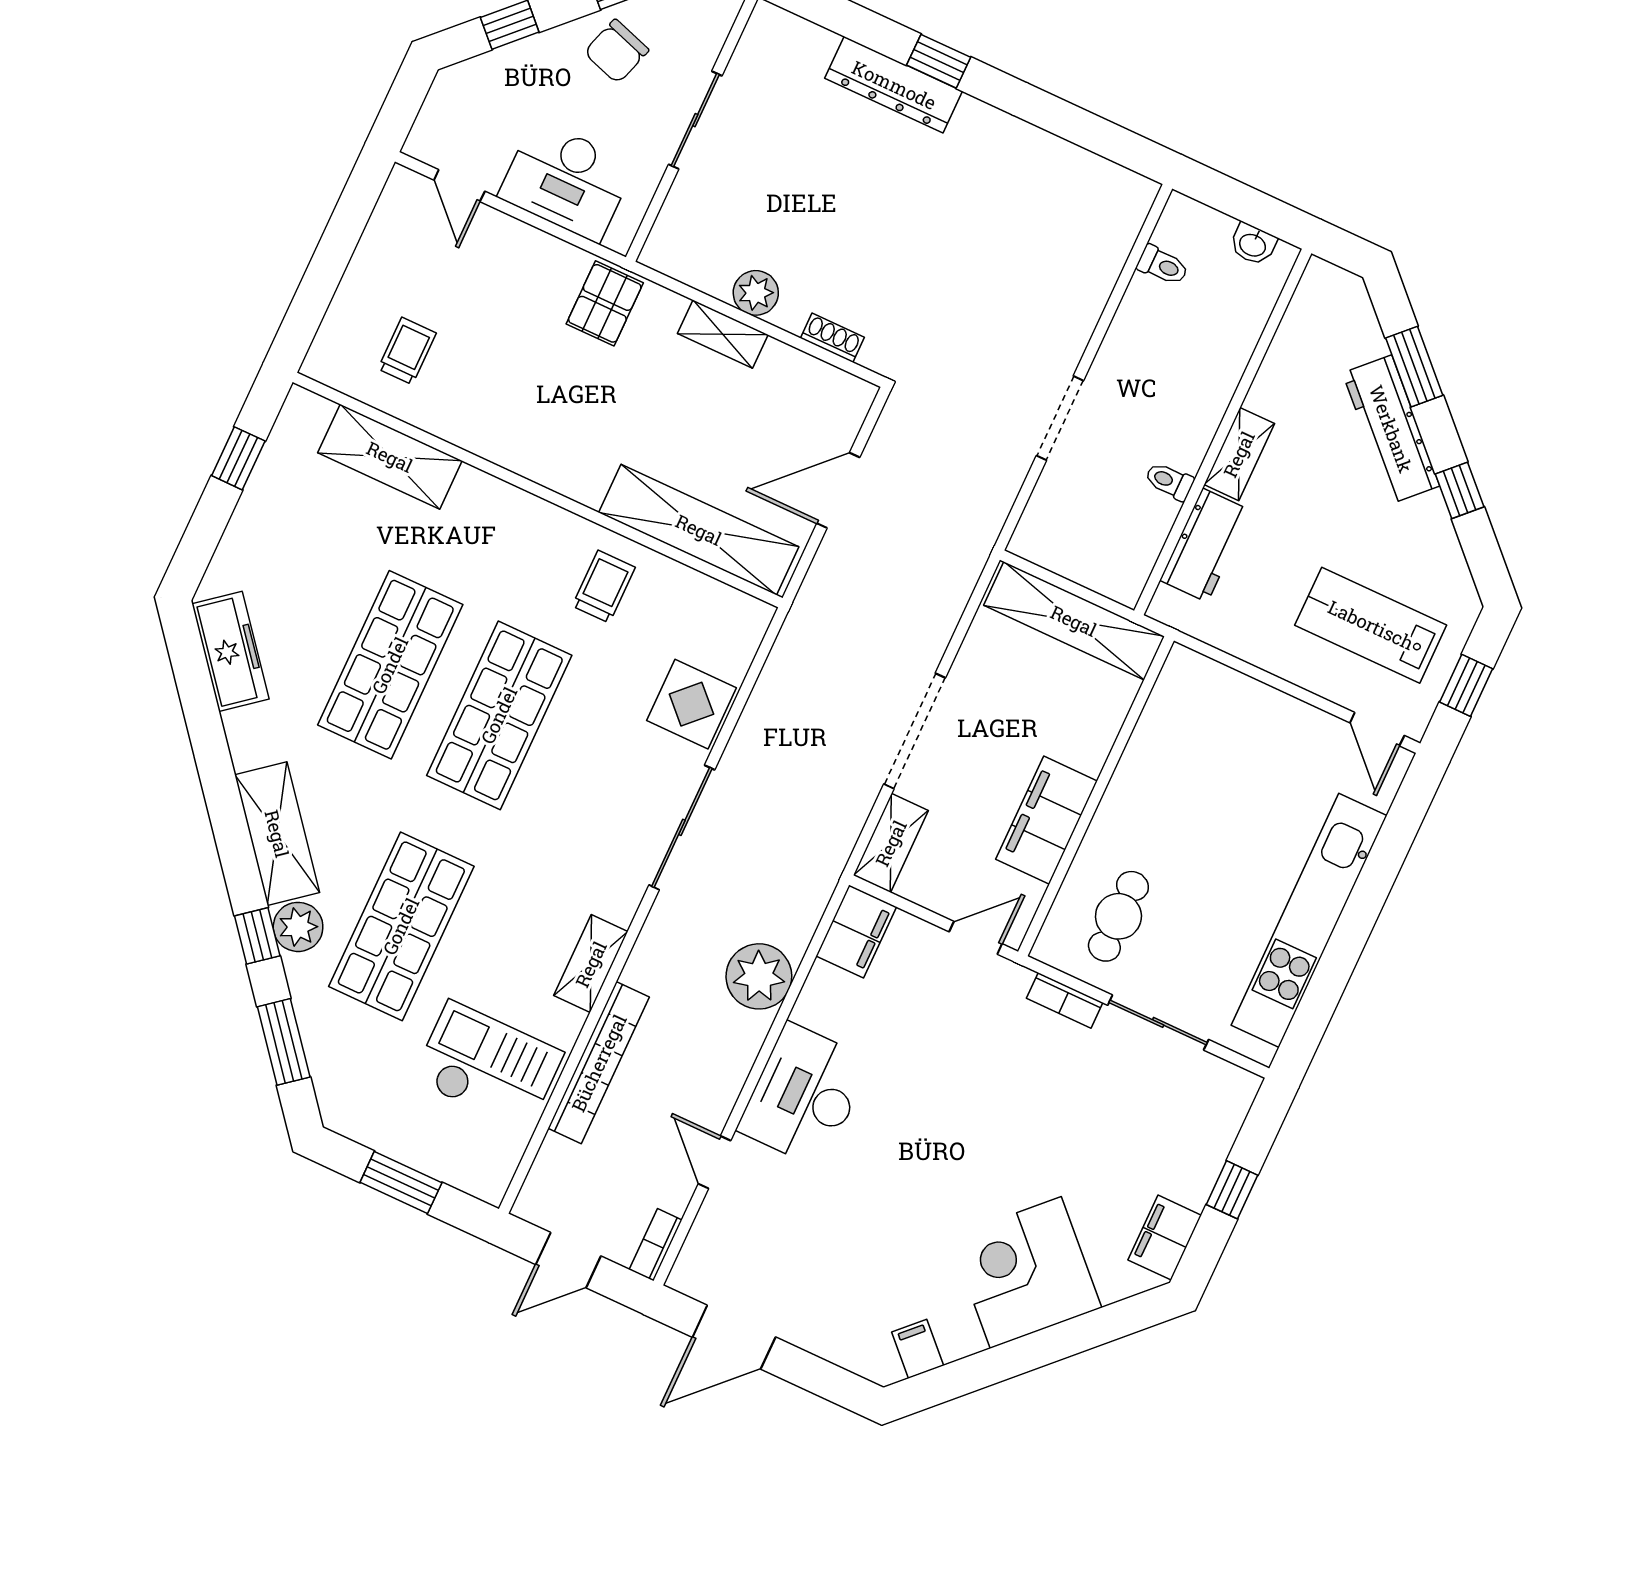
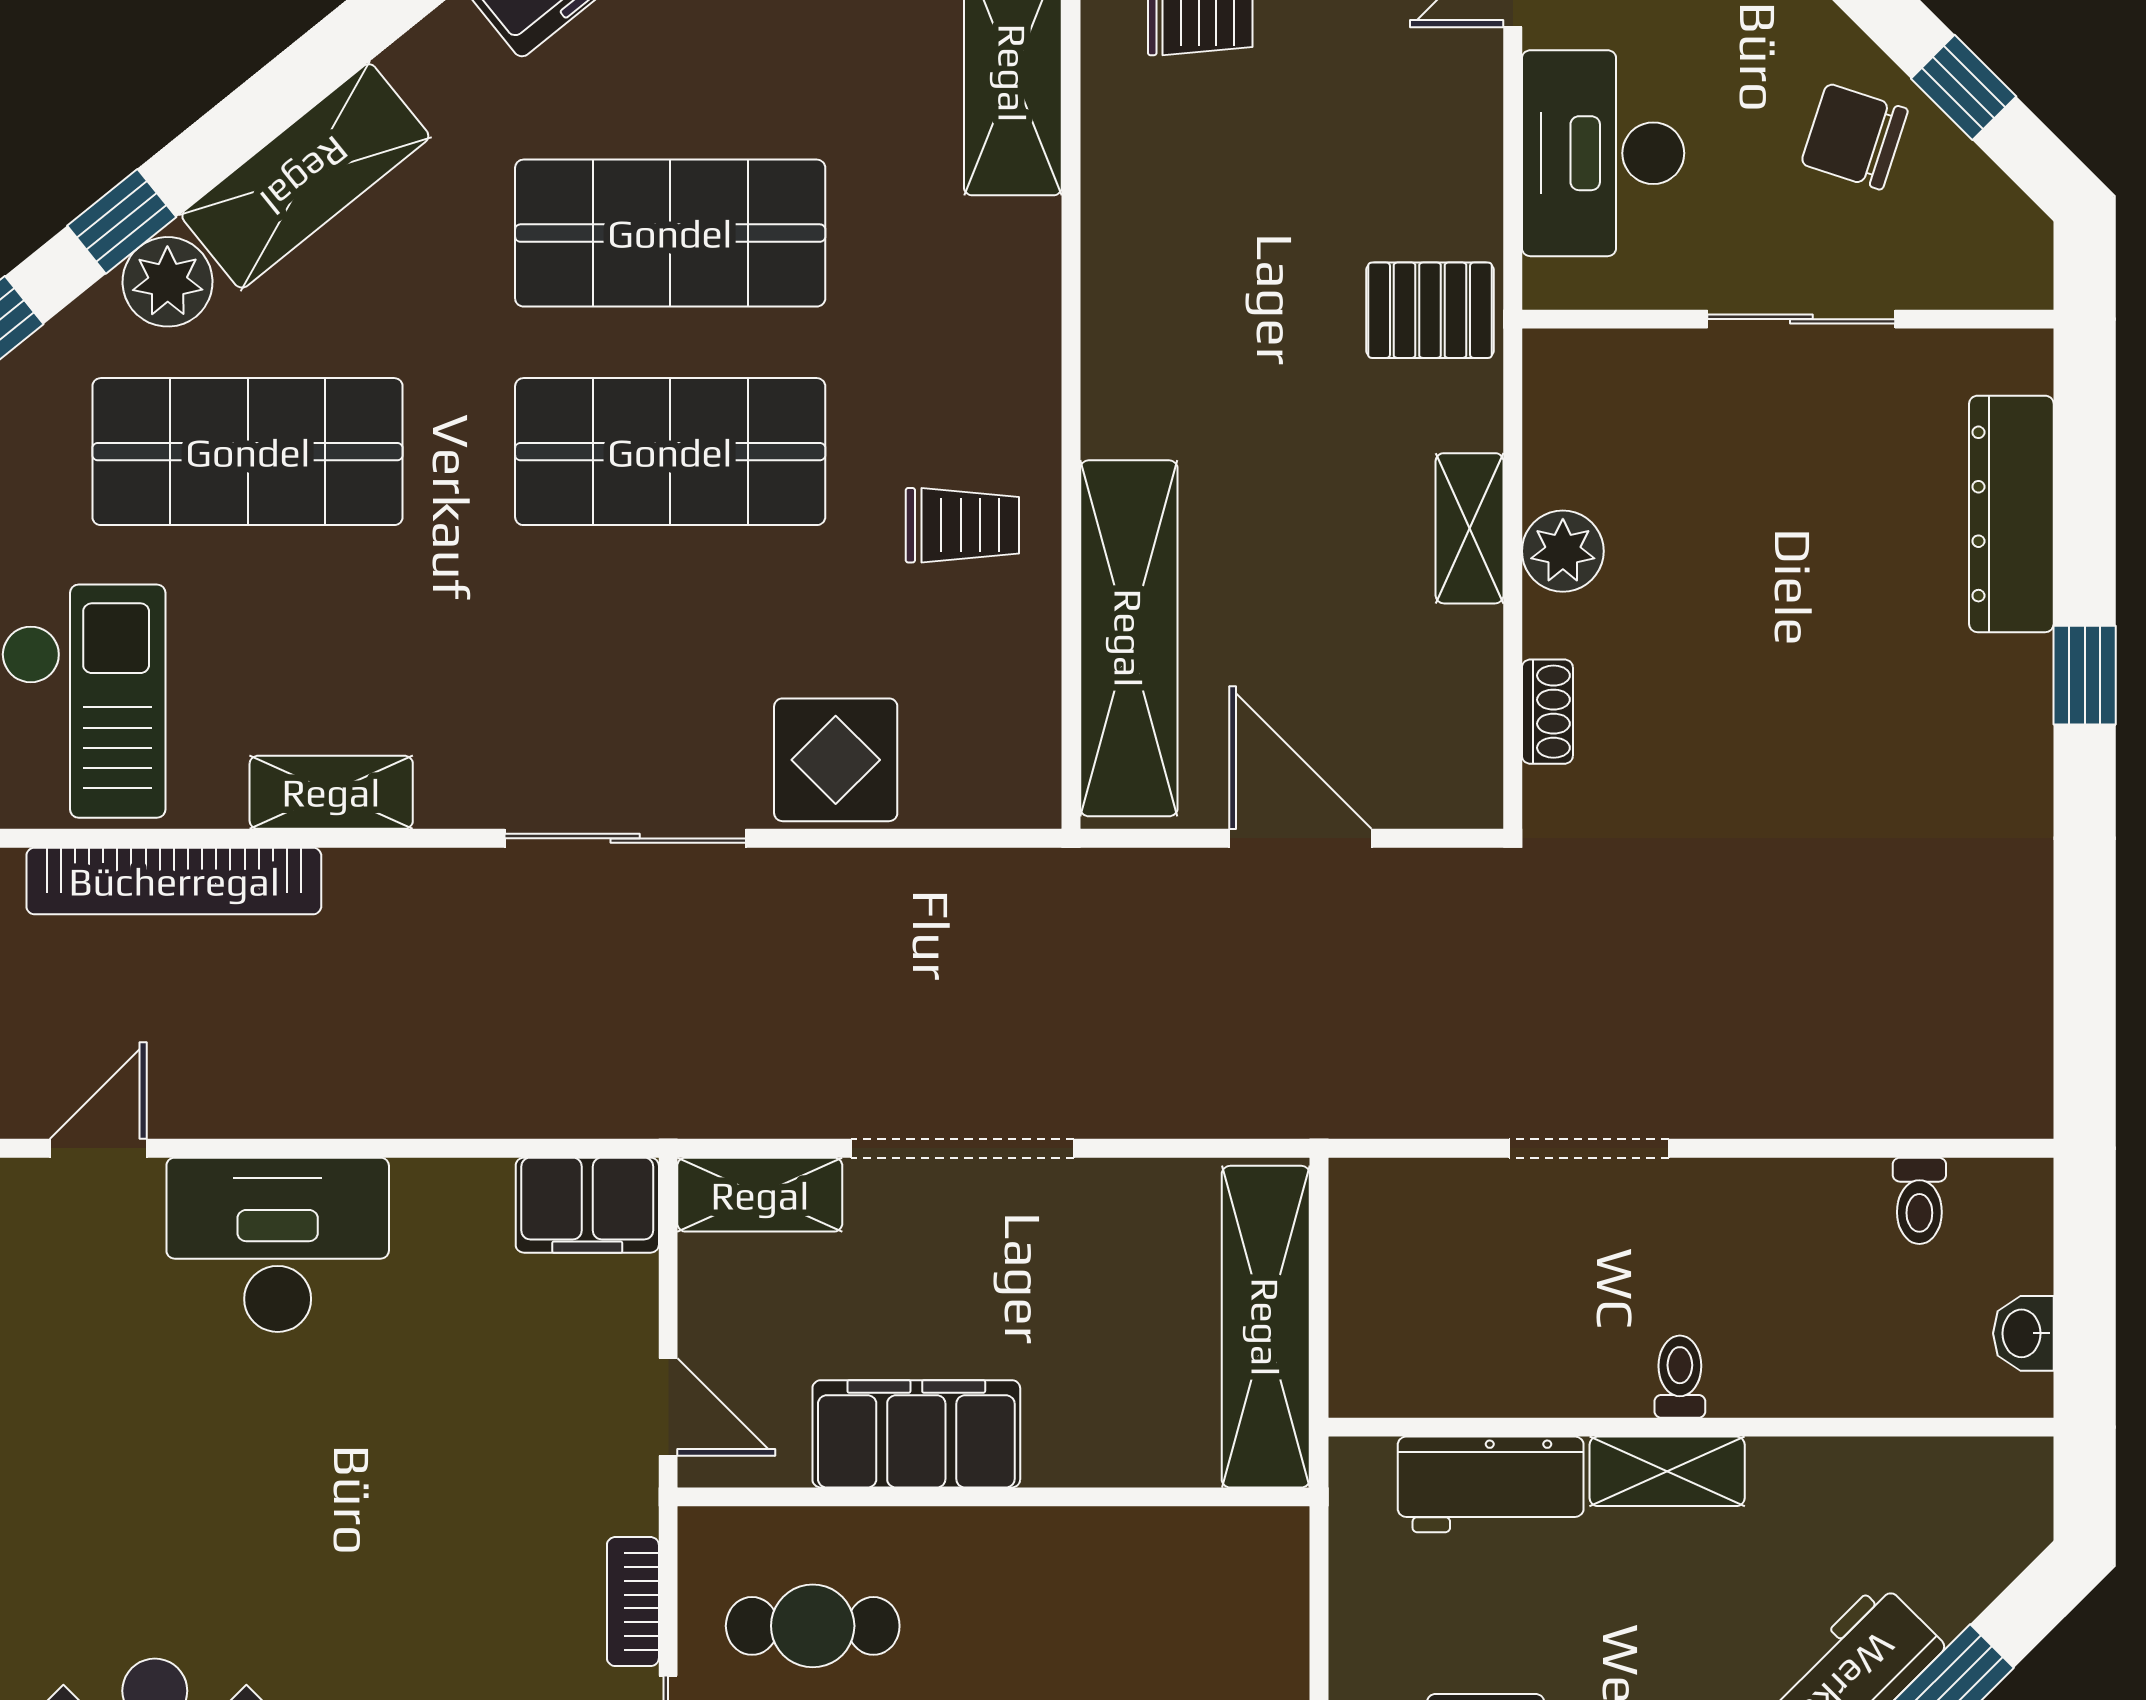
dresser: (894, 85) -> (2011, 514), moved
toilet: (1169, 481) -> (1680, 1377), moved
plant: (759, 976) -> (439, 1079), removed

